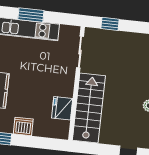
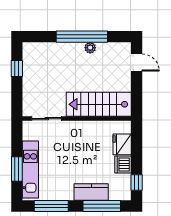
window: (110, 24) -> (17, 69), moved
fridge: (62, 108) -> (122, 144), moved, turned 90

